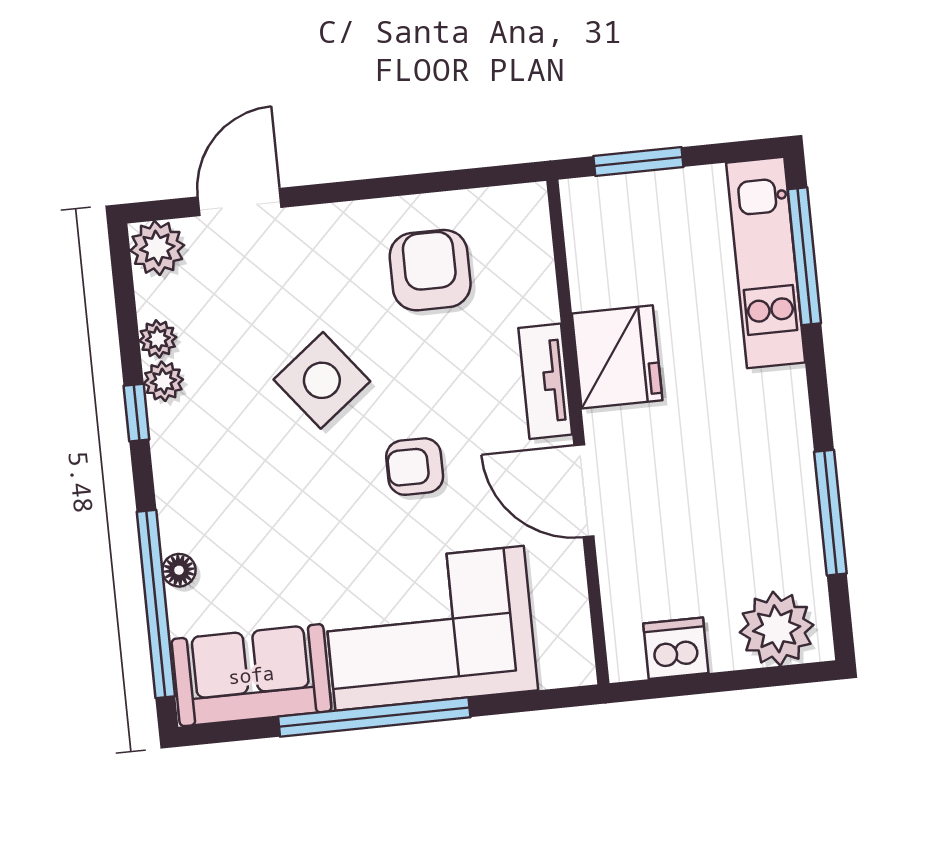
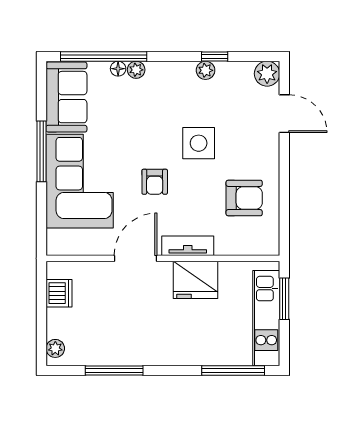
kitchen unit: (766, 263) -> (266, 318), moved, turned -90
plant: (158, 339) -> (136, 70), moved
side table: (322, 380) -> (199, 143), turned 38
window: (136, 413) -> (215, 56), moved
armchair: (415, 467) -> (155, 182), turned 180
plant: (777, 629) -> (55, 348), width x0.53, depth x0.53
window: (374, 717) -> (42, 151), width x0.68

